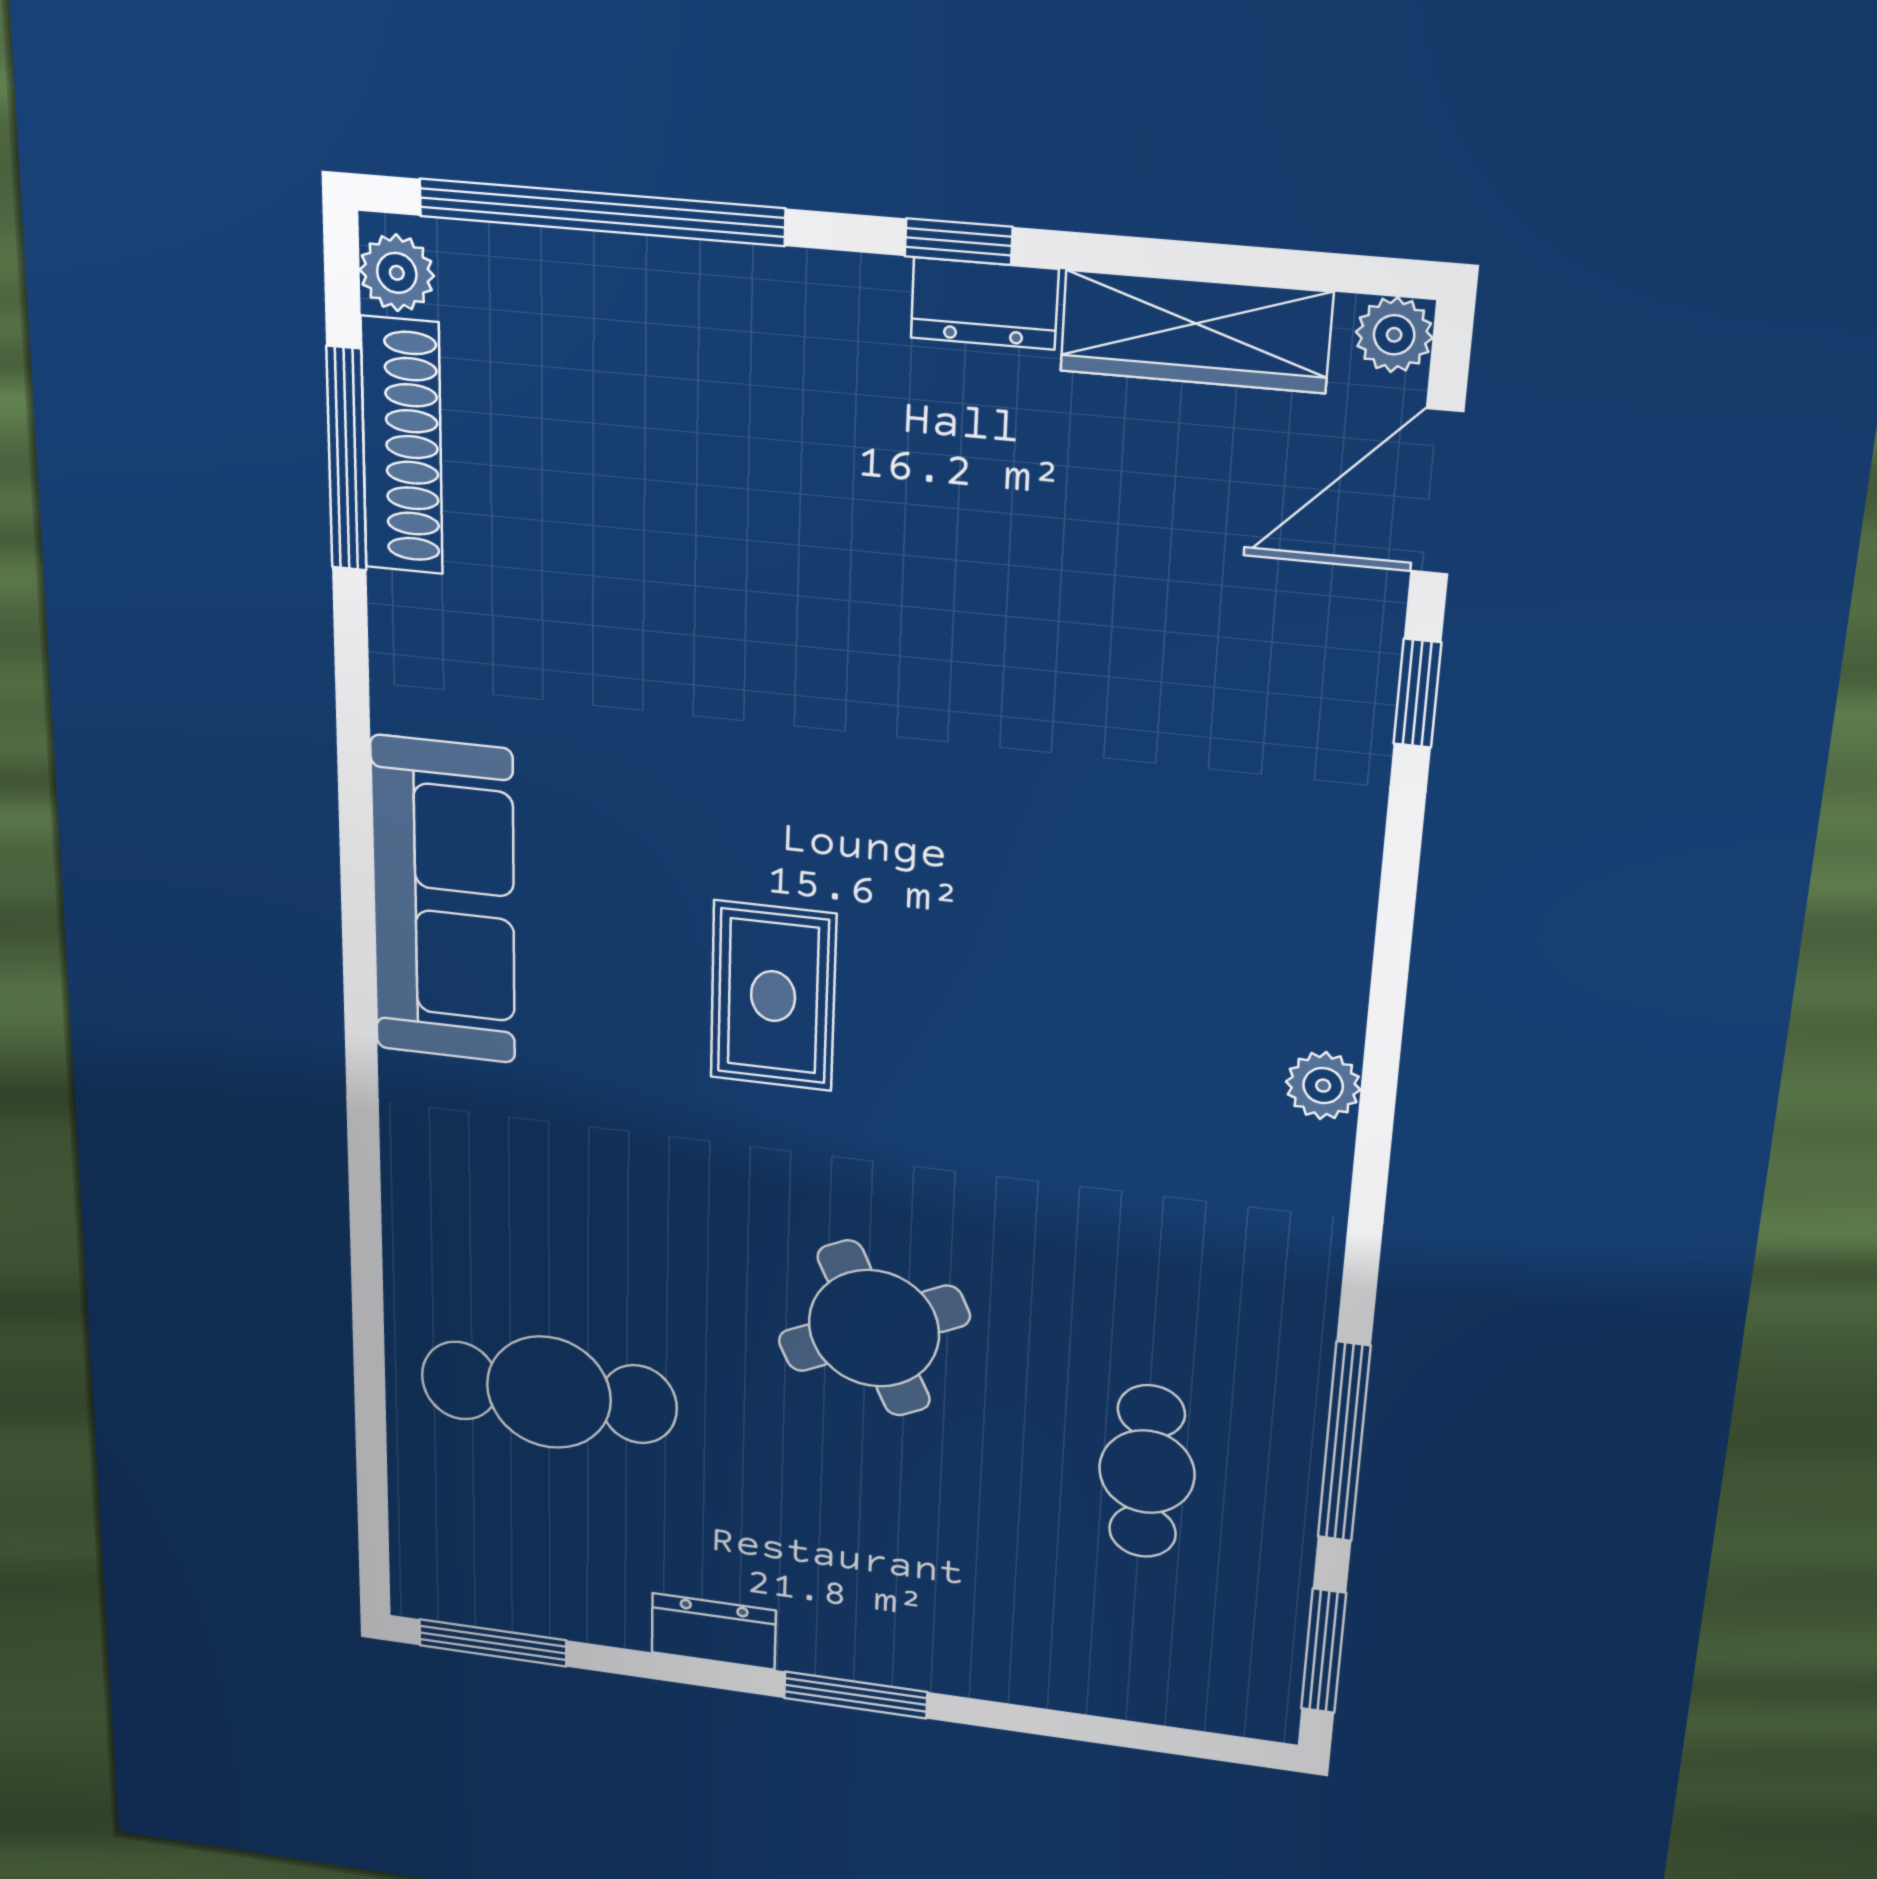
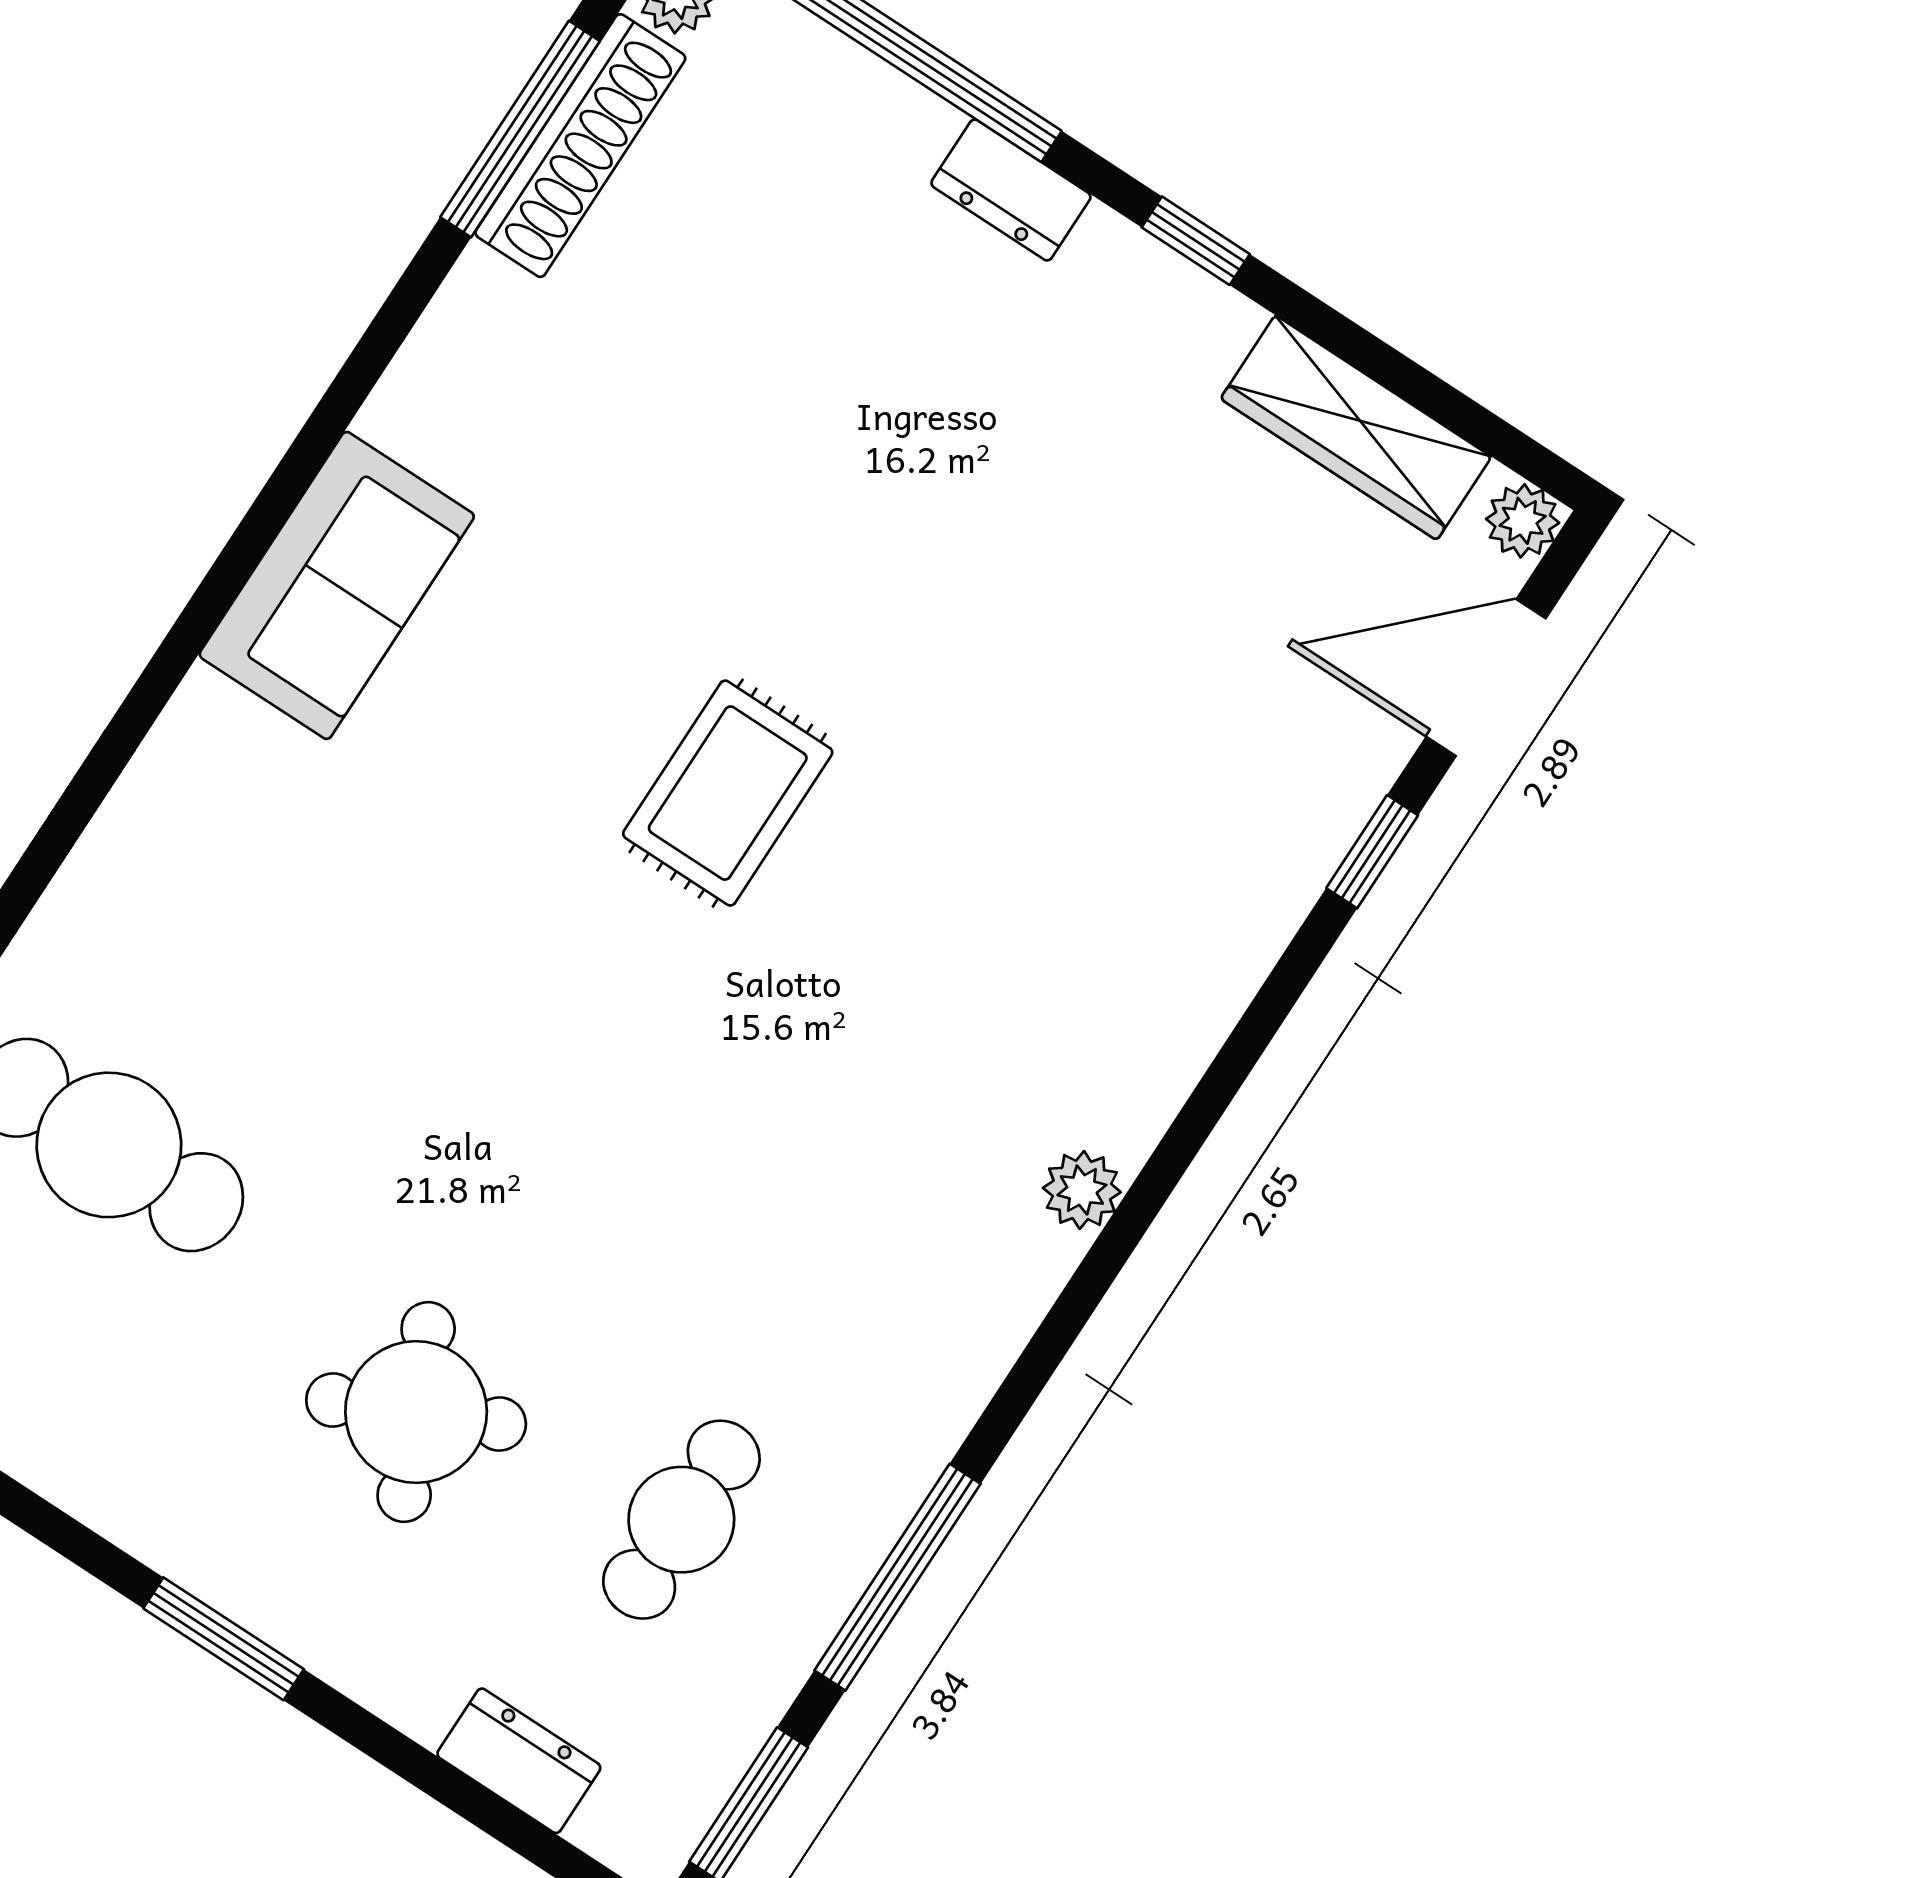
dresser: (984, 303) -> (1011, 190), moved
sofa: (444, 901) -> (337, 585), width x0.73
rug: (773, 996) -> (728, 793), moved
round table: (874, 1328) -> (416, 1412), moved
dresser: (714, 1631) -> (519, 1761), moved

